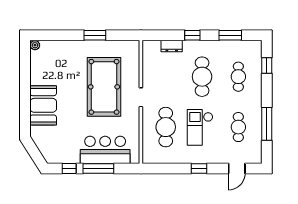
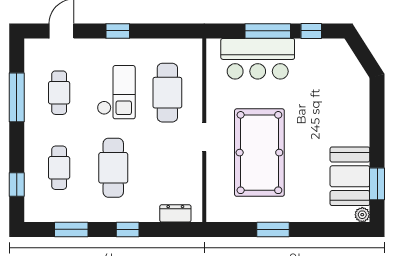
dresser: (172, 46) -> (175, 213), moved
window: (25, 66) -> (377, 184), added
booth: (43, 105) -> (350, 176), moved

